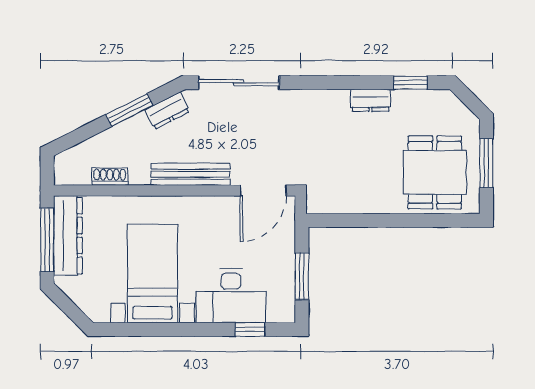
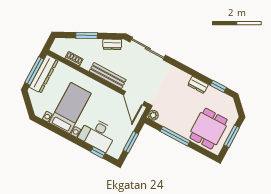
window: (129, 110) -> (87, 35), moved
door: (263, 190) -> (134, 98), hinge flipped
plant: (317, 203) -> (153, 115), added
window: (379, 220) -> (175, 136), added

